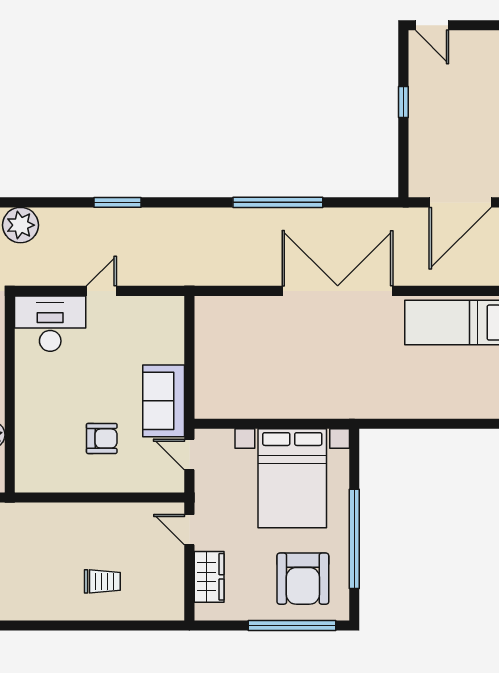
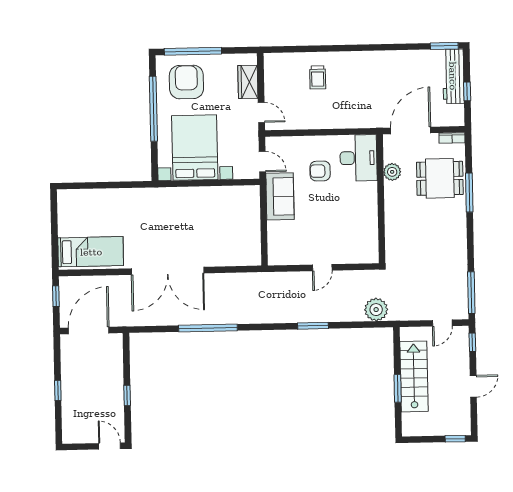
desk: (50, 324) -> (358, 158), moved, turned -90
trolley: (102, 581) -> (318, 77), turned -90

